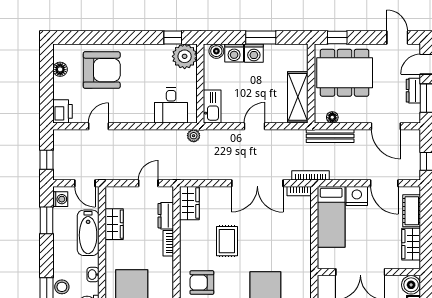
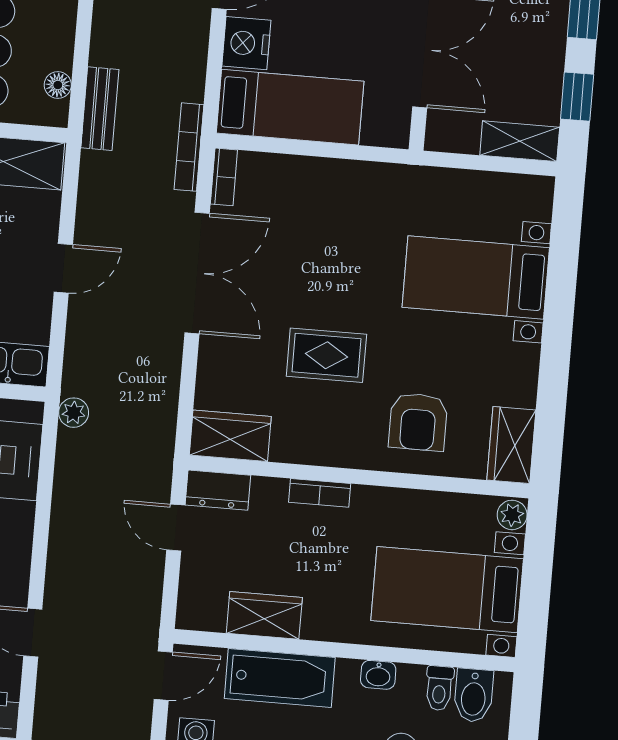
door: (255, 126) -> (63, 268), swing flipped
bench: (330, 136) -> (100, 109), width x0.73
dresser: (166, 216) -> (218, 490), moved

